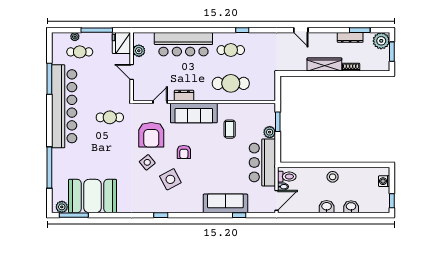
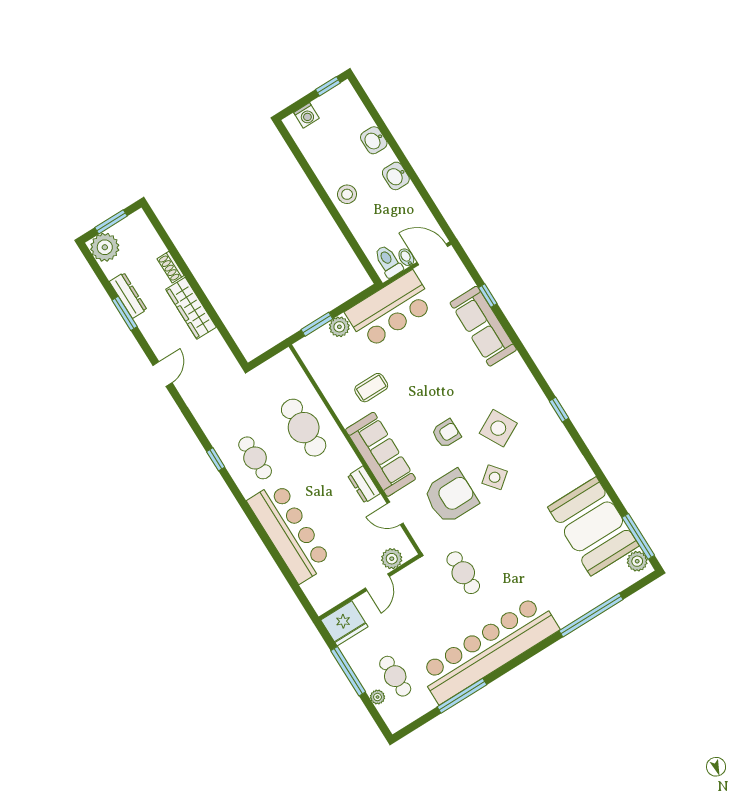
window: (360, 30) -> (125, 313), moved
plant: (139, 51) -> (392, 559), moved

